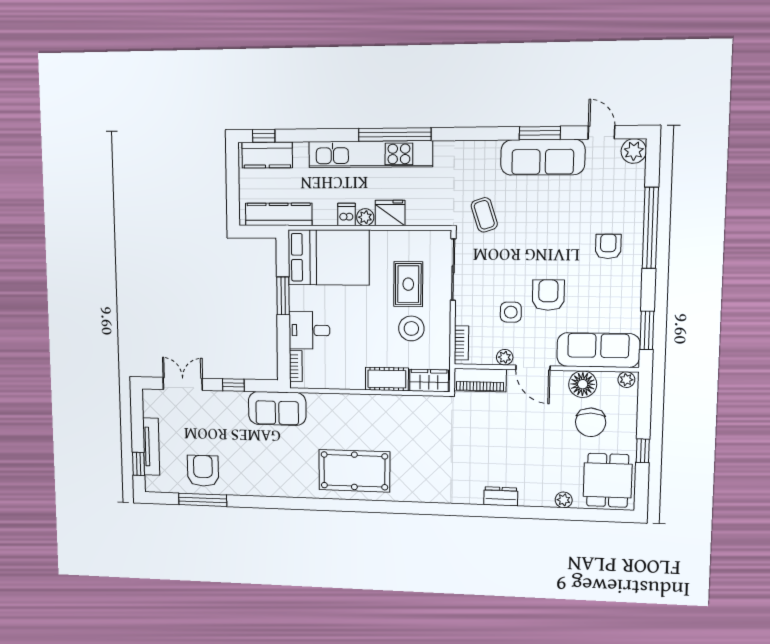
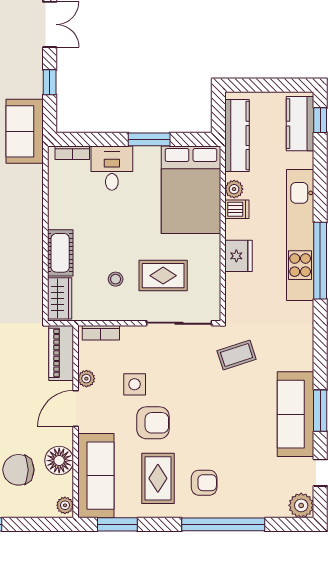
plant: (365, 217) -> (234, 189), moved
rug: (603, 291) -> (158, 478), added
stool: (411, 328) -> (116, 279), width x0.53, depth x0.53

